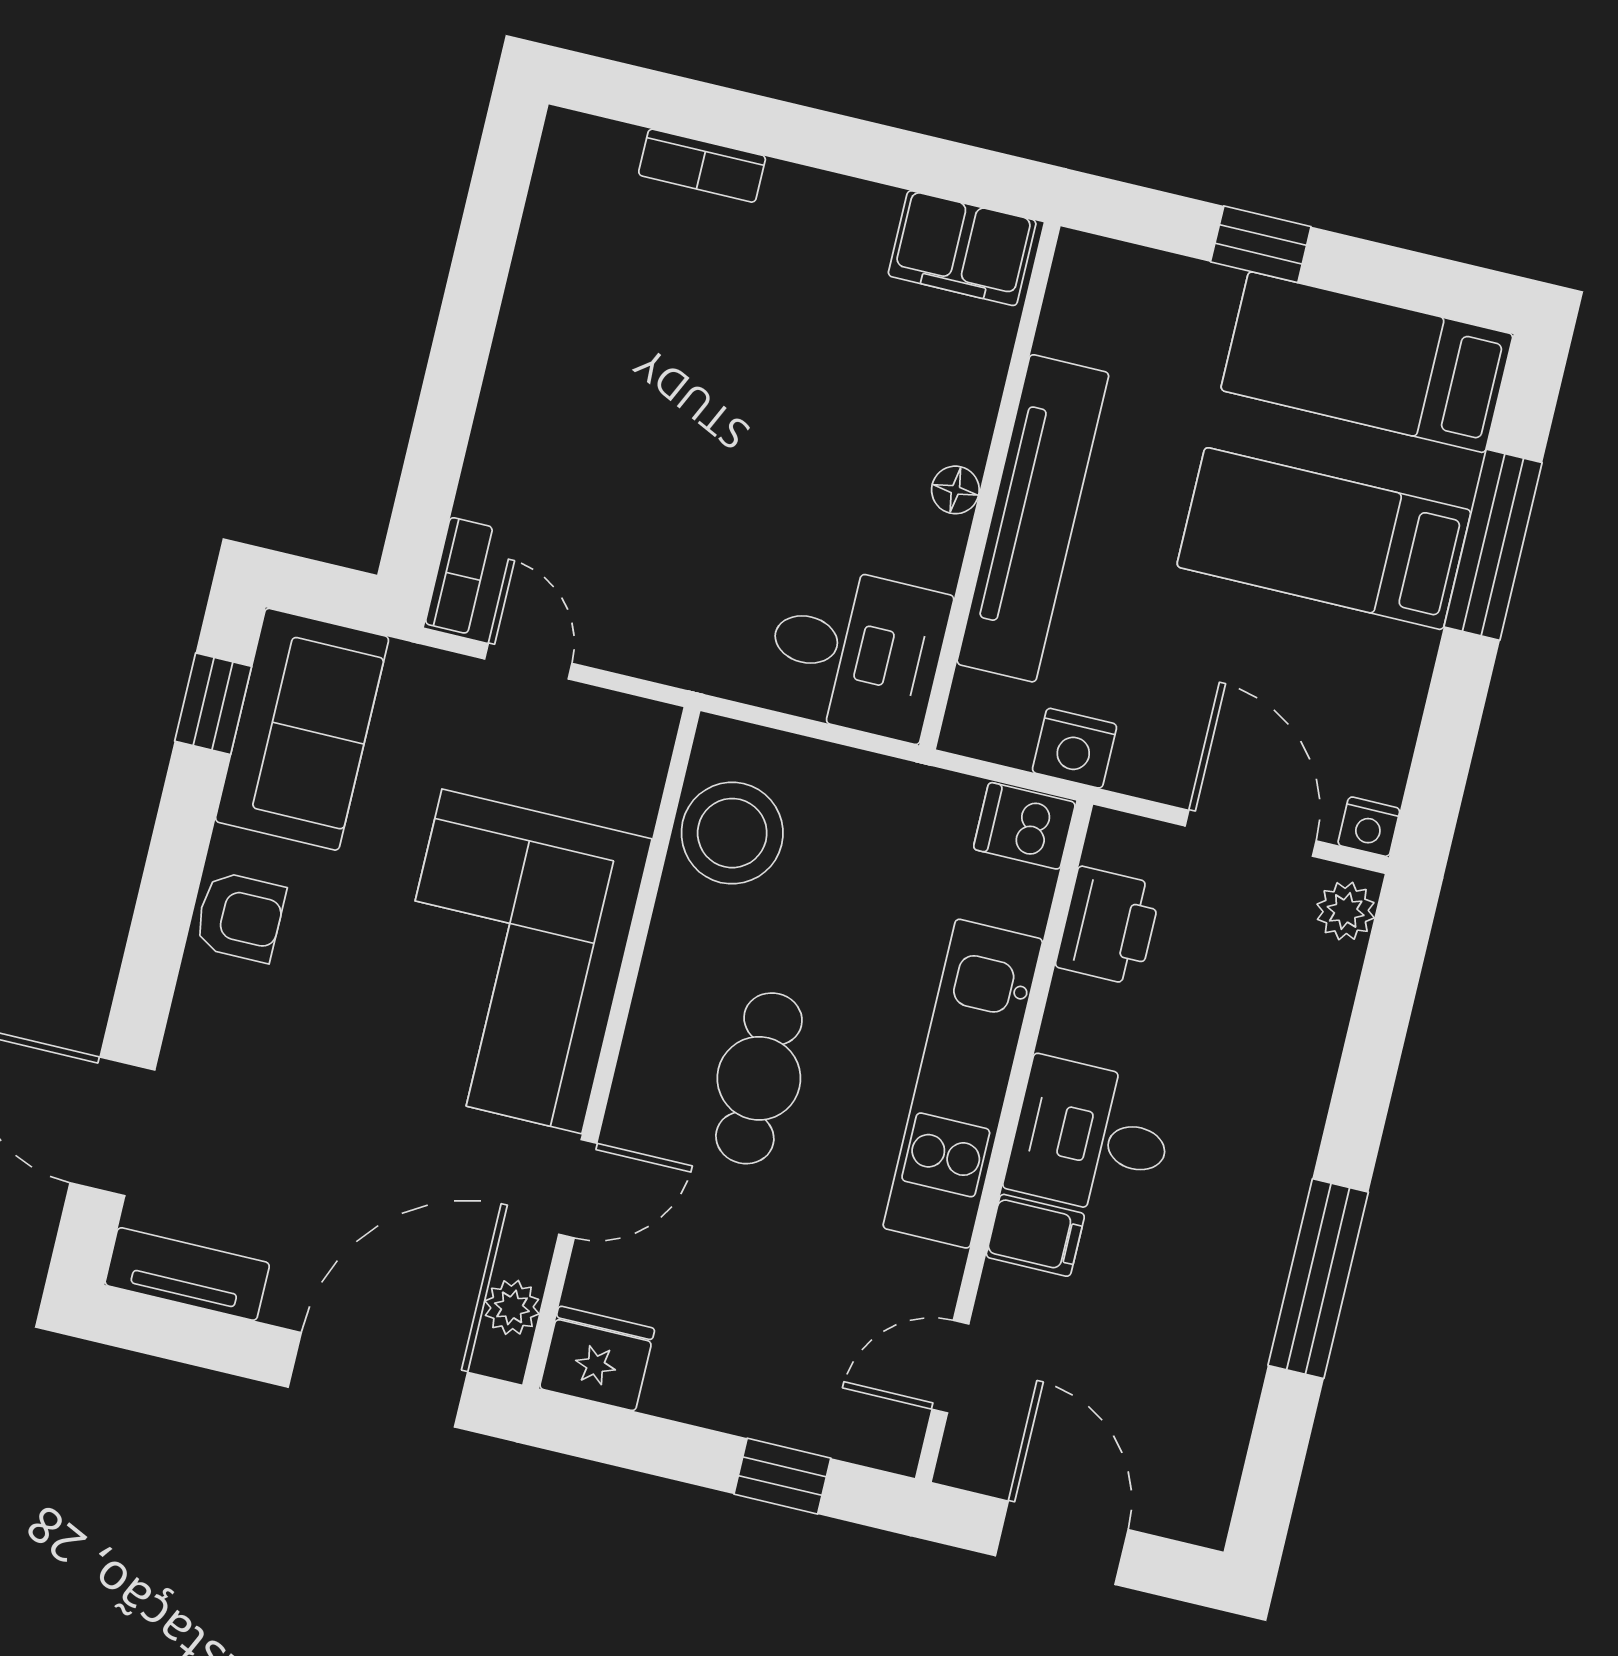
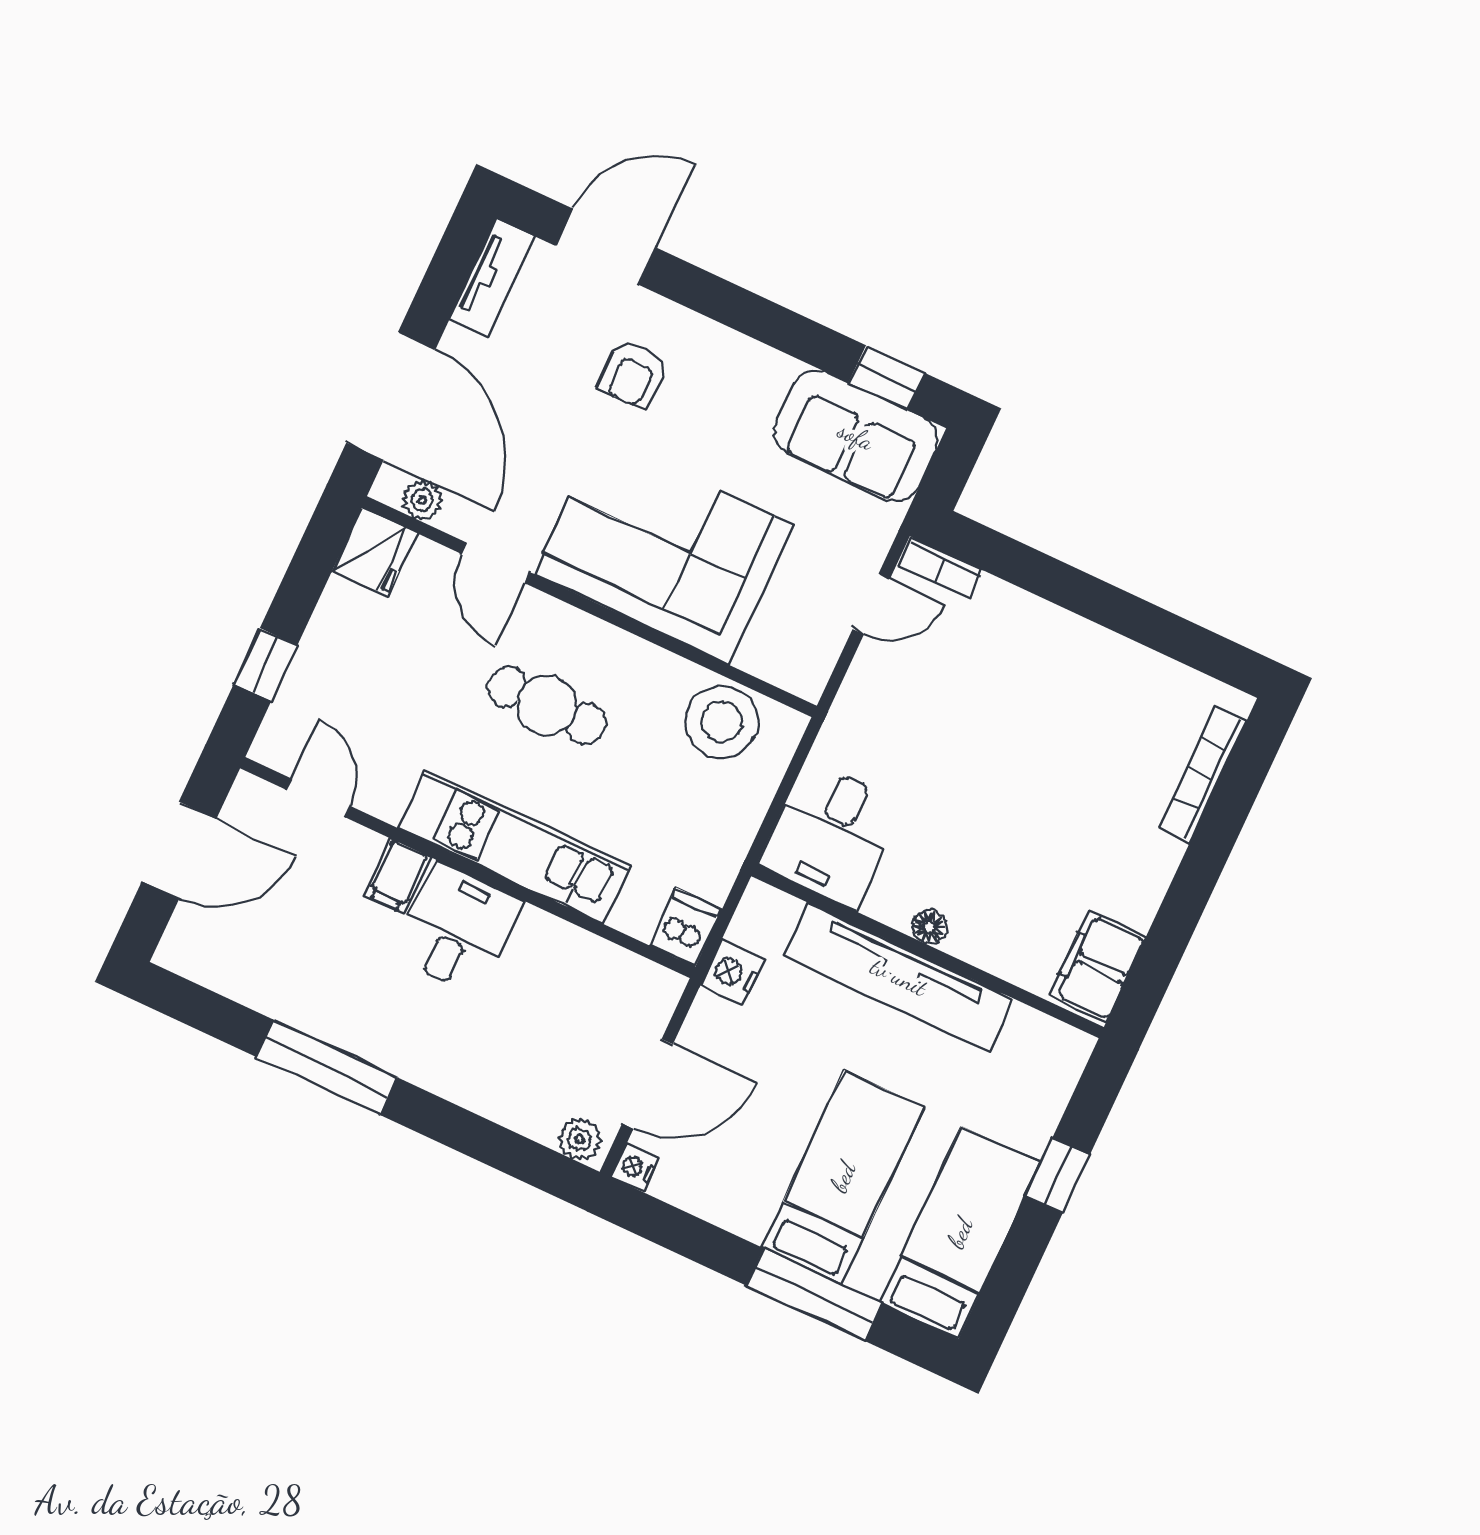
bookcase: (702, 166) -> (1203, 775), width x1.56
armchair: (240, 917) -> (634, 374), moved
printer: (1109, 926) -> (603, 971), removed

